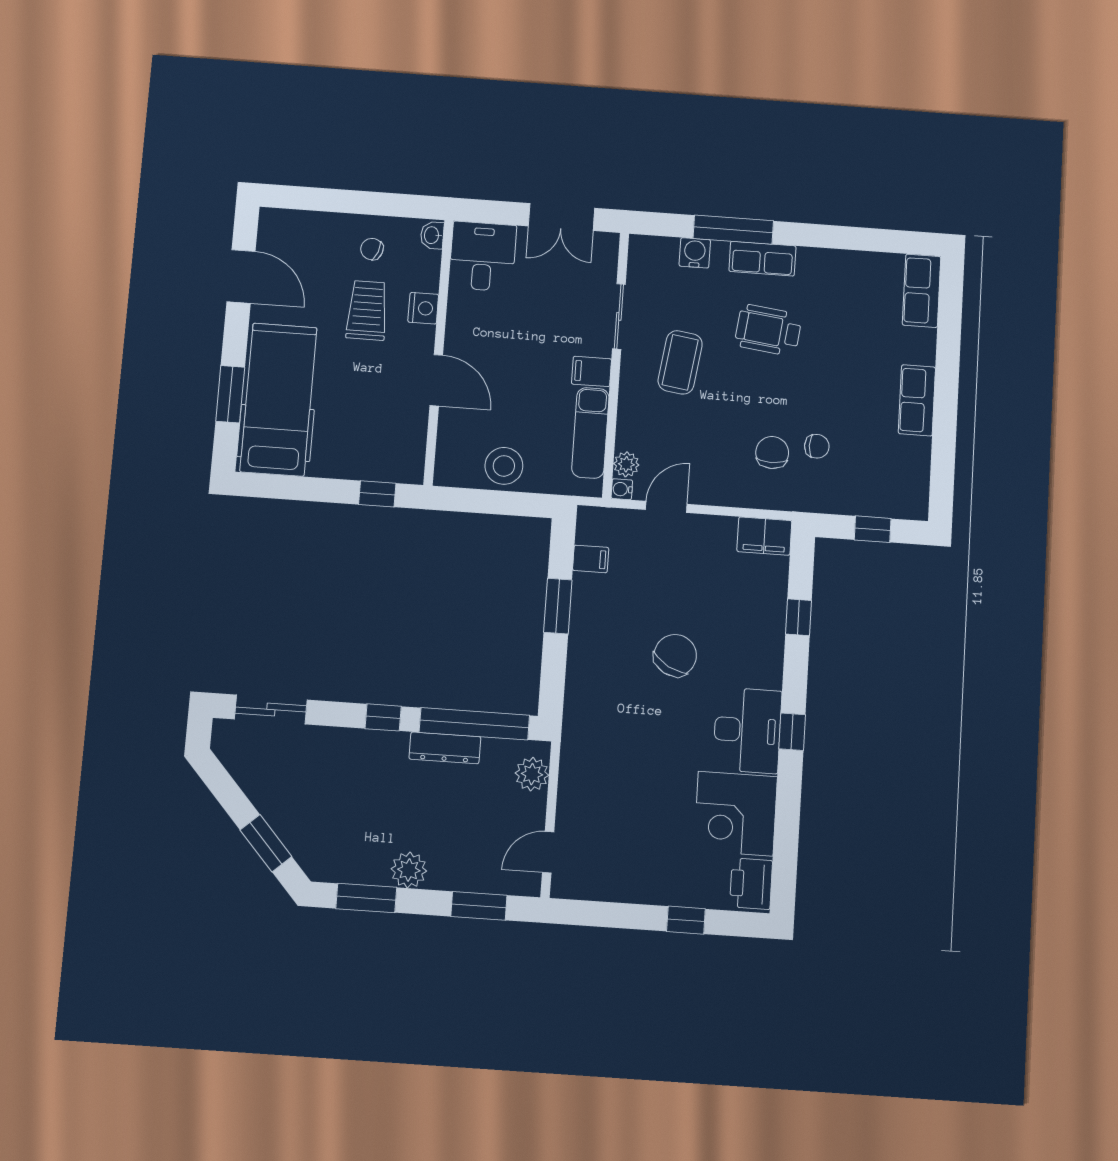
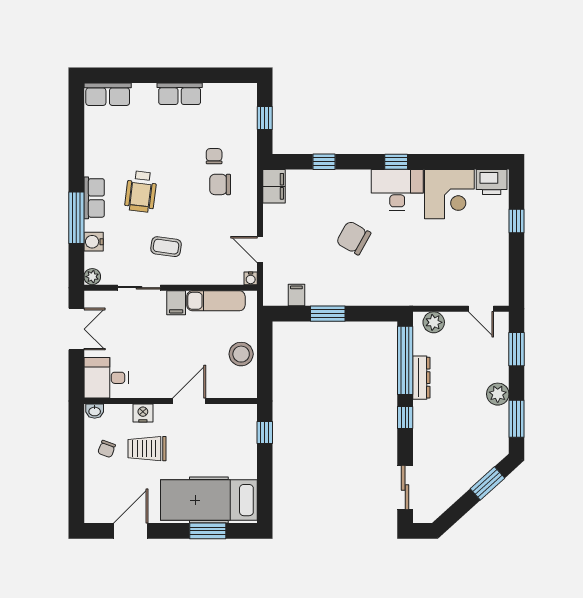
coffee table: (680, 362) -> (166, 247), width x0.73, depth x0.77
plant: (626, 464) -> (92, 277), moved

